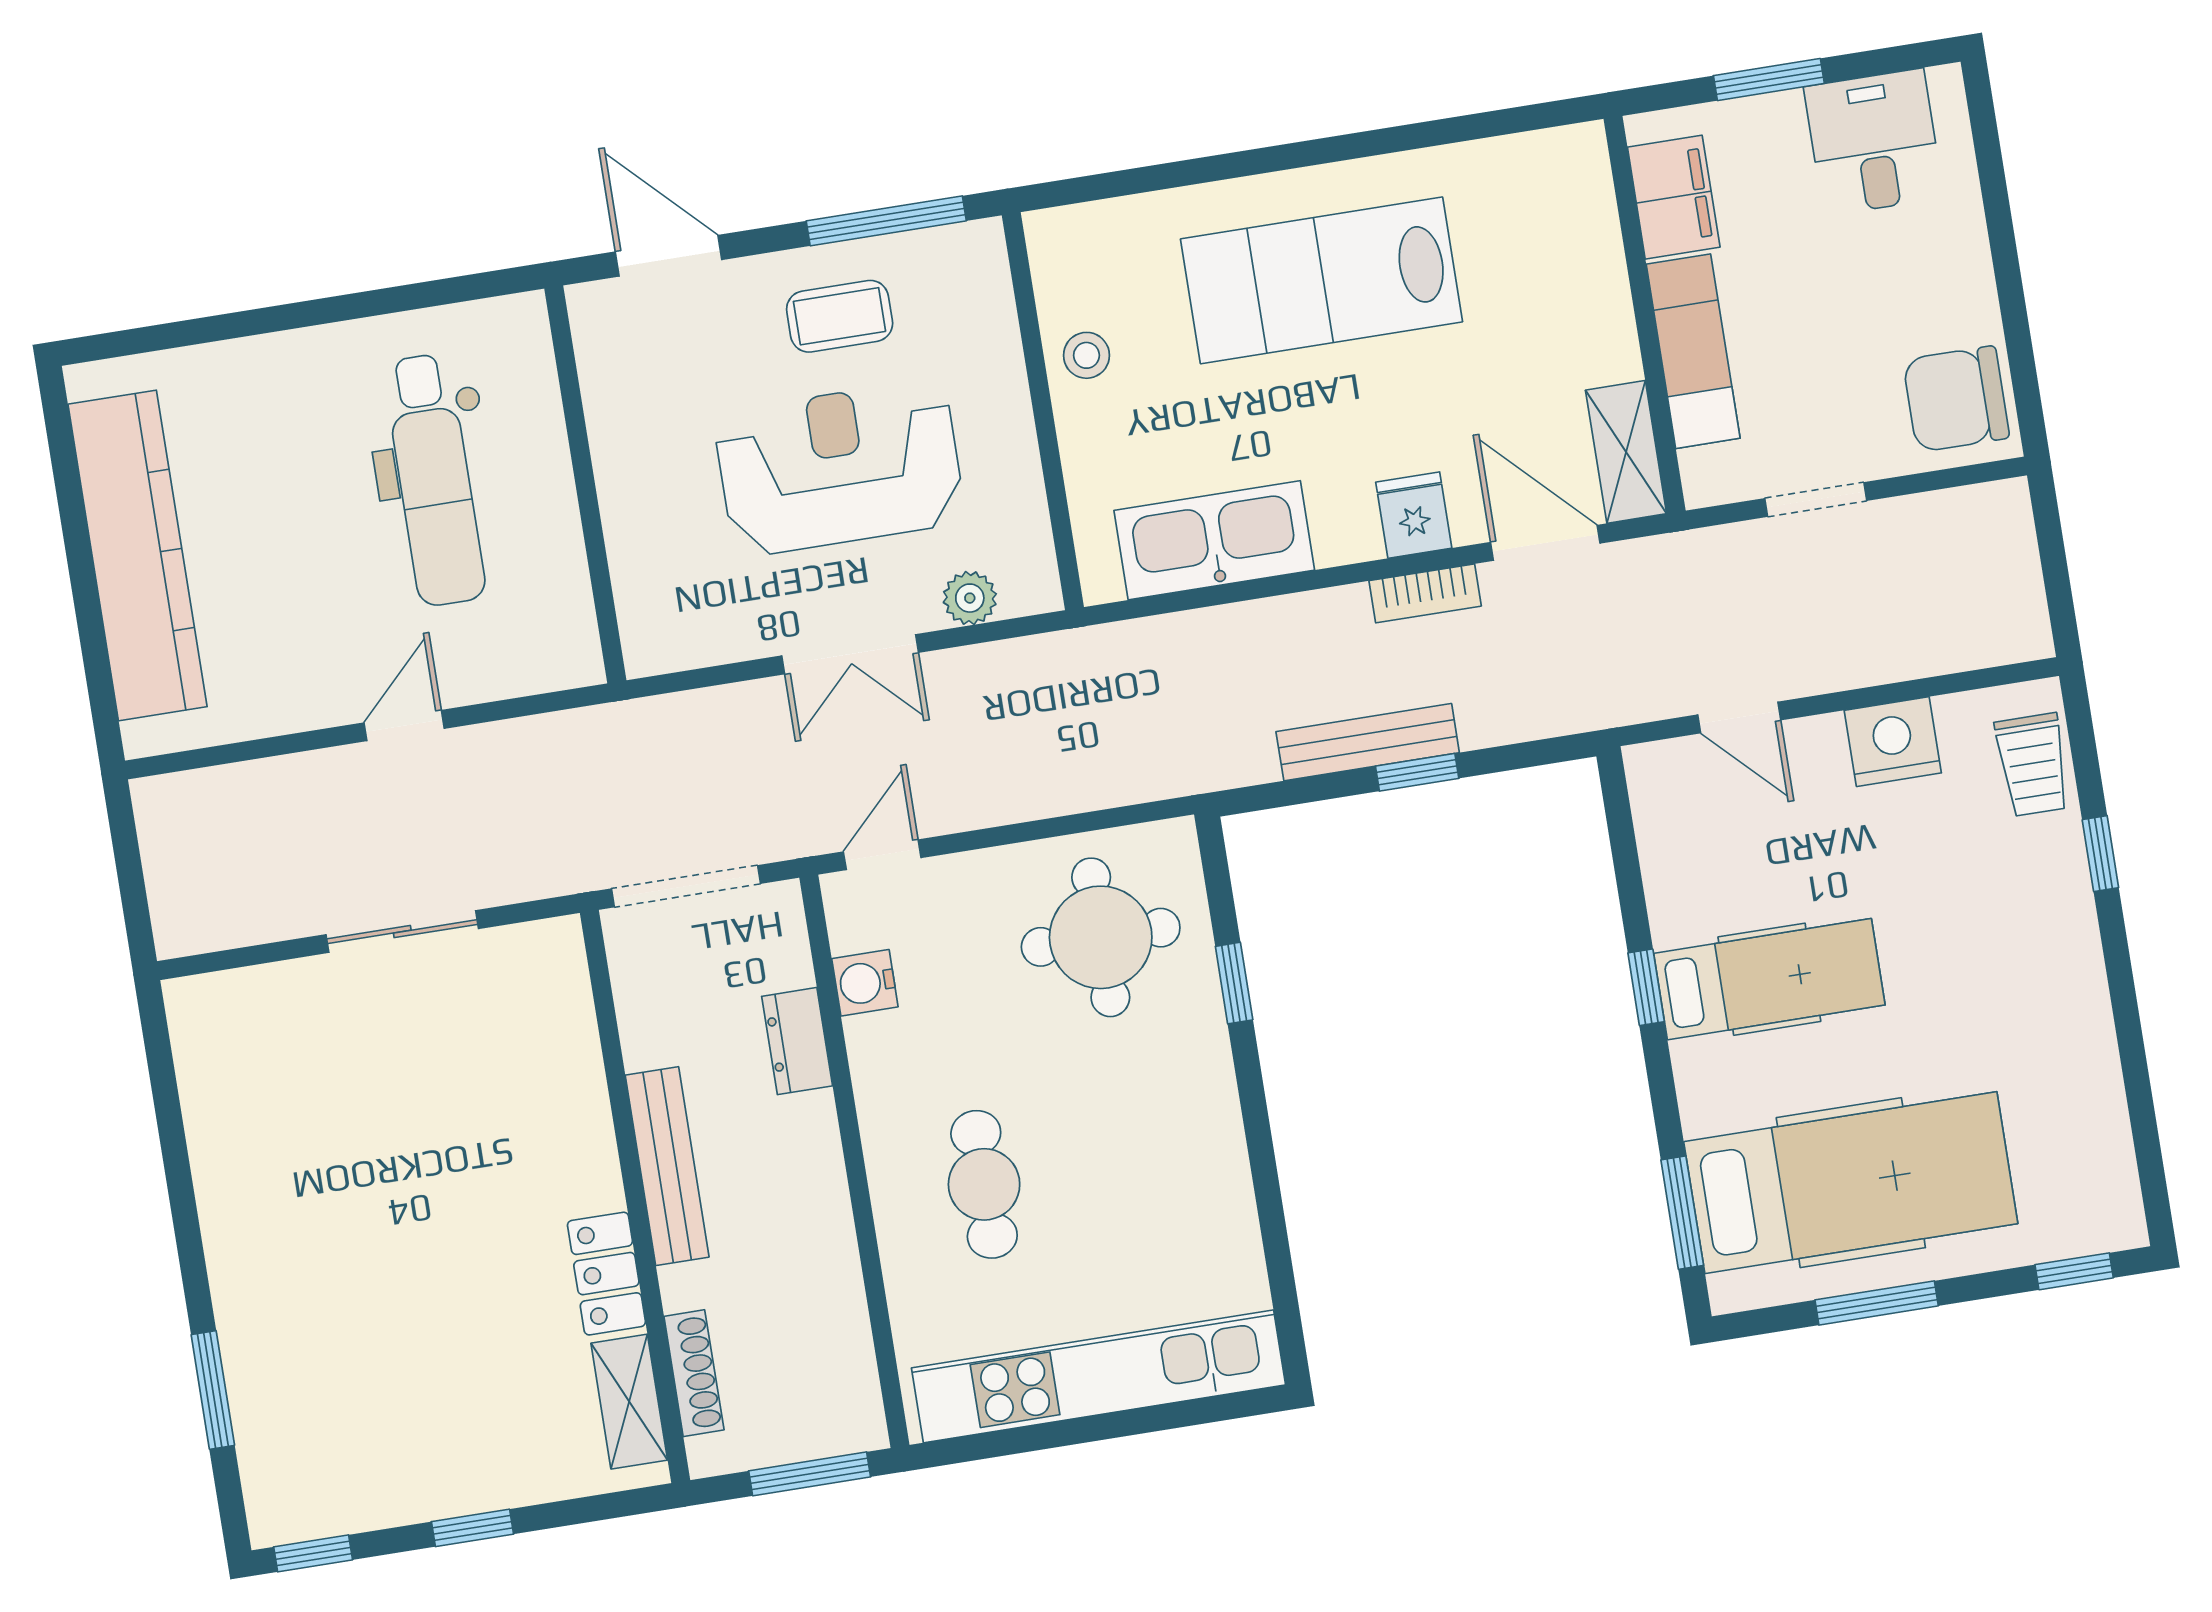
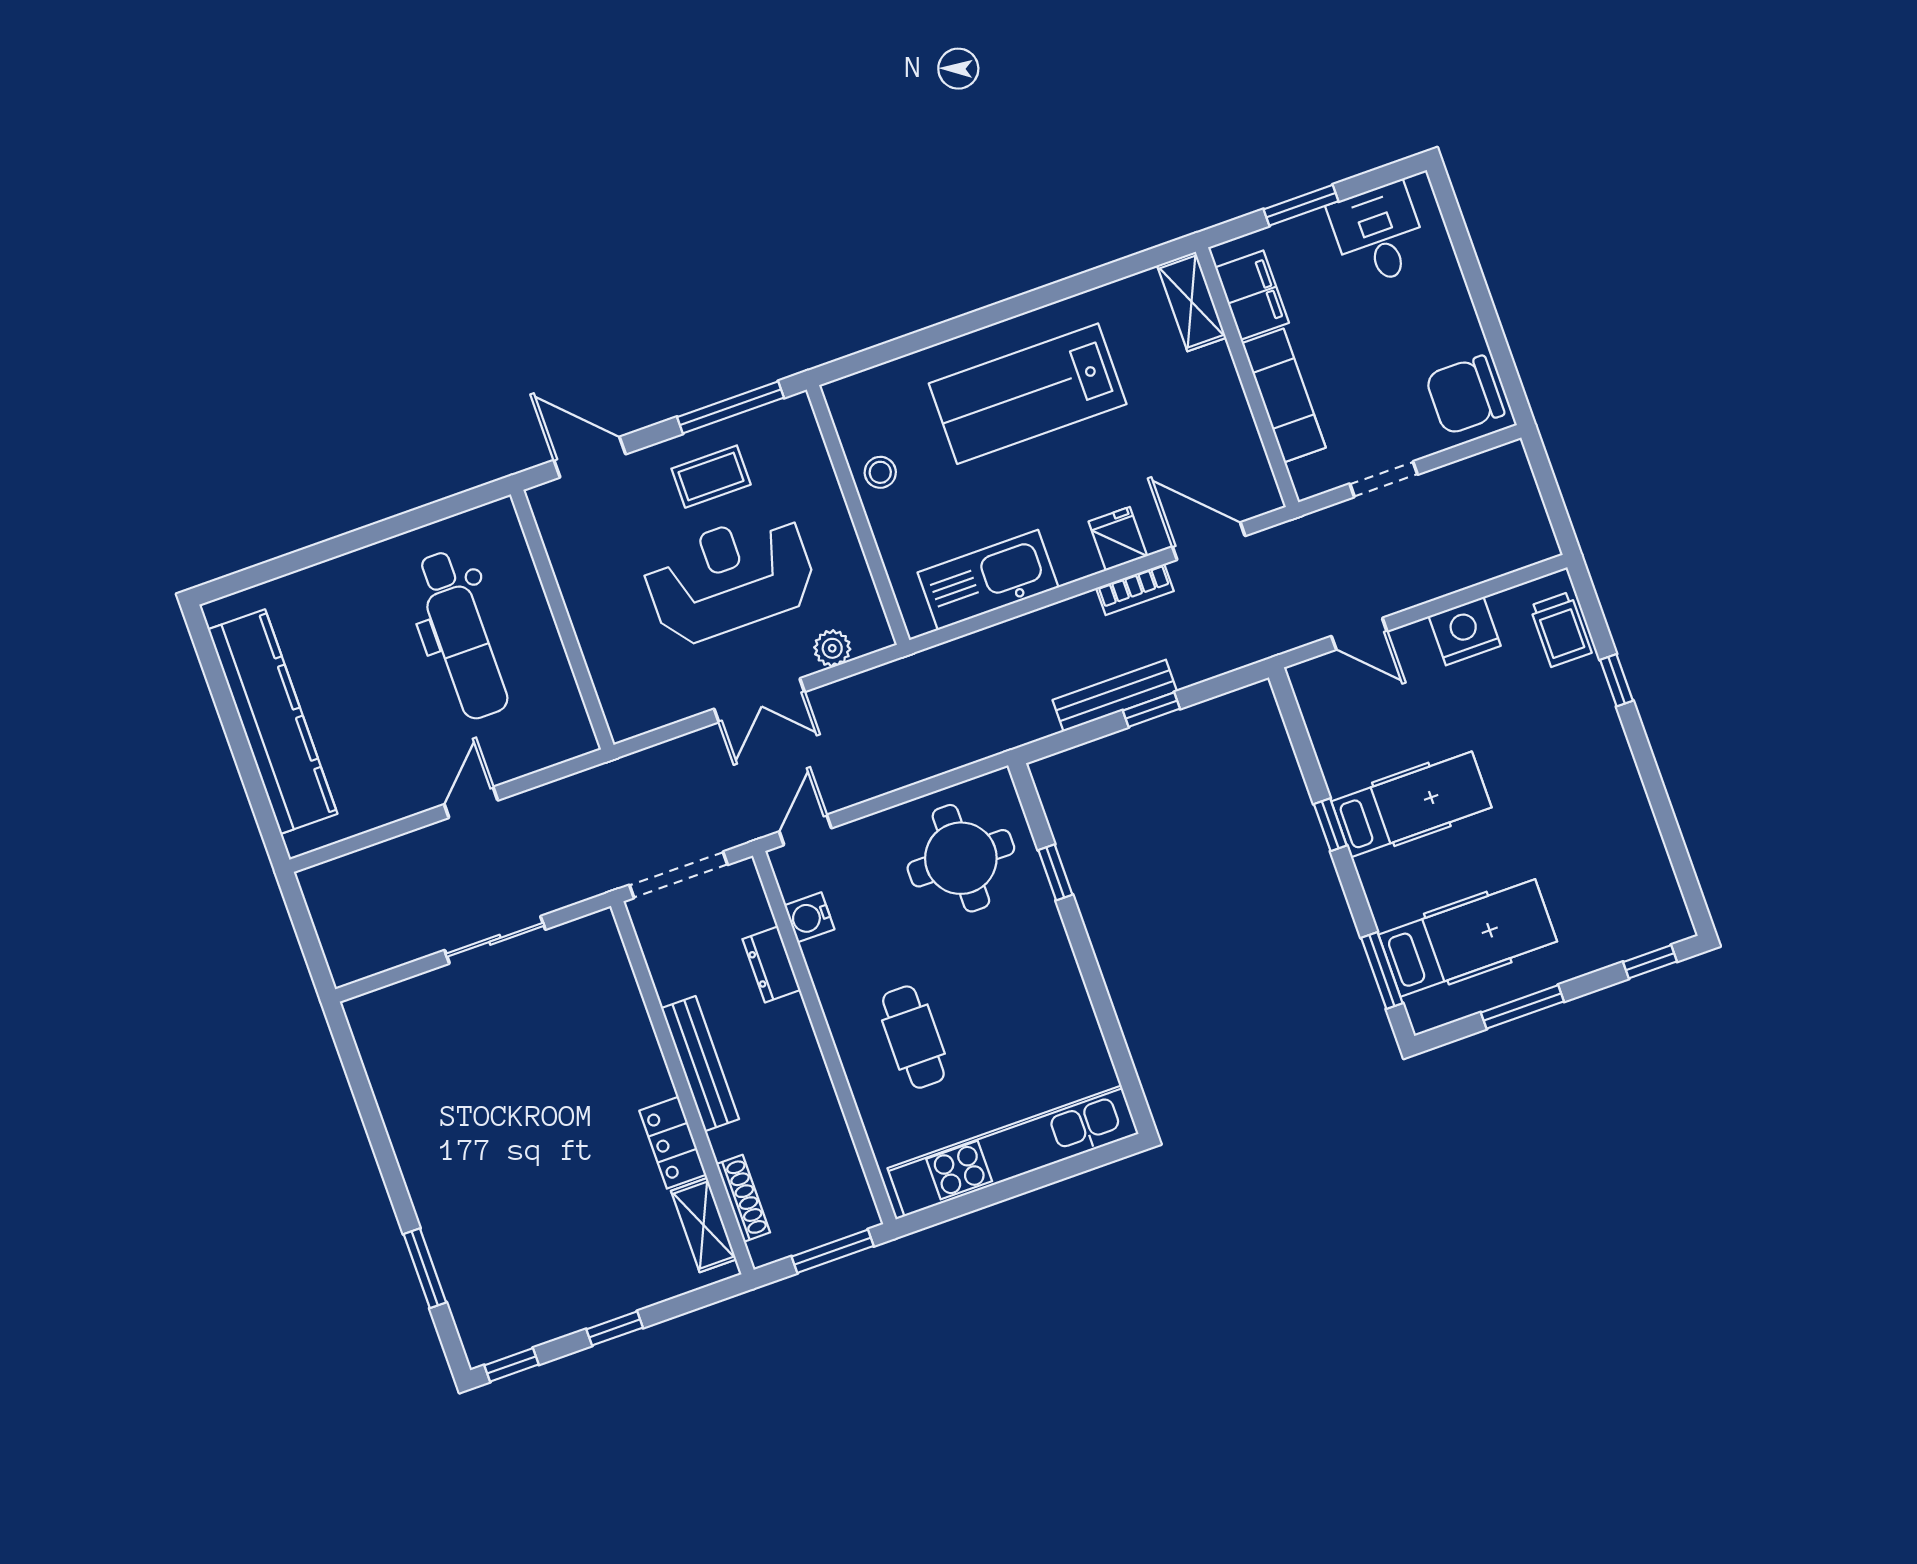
shelving: (1626, 452) -> (1192, 302), moved
hospital bed: (1851, 1183) -> (1468, 938), width x0.73, depth x0.78

